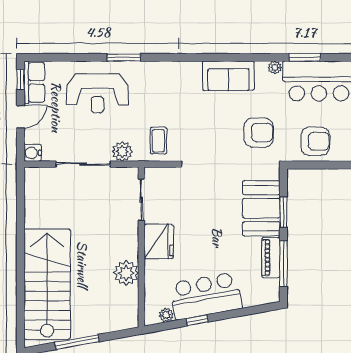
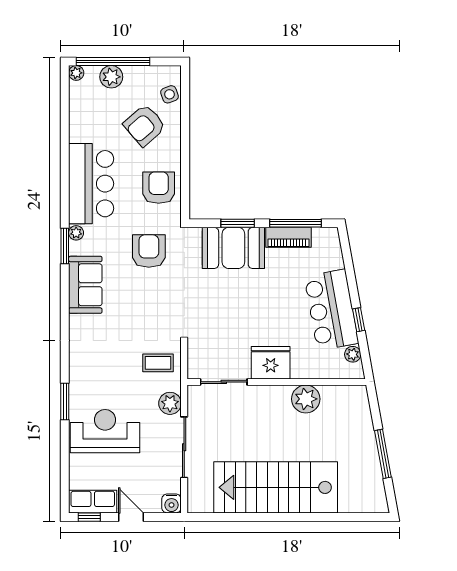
window: (305, 57) -> (65, 246), moved
reception desk: (97, 93) -> (105, 431), turned -90
stairs: (47, 284) -> (276, 487), moved

